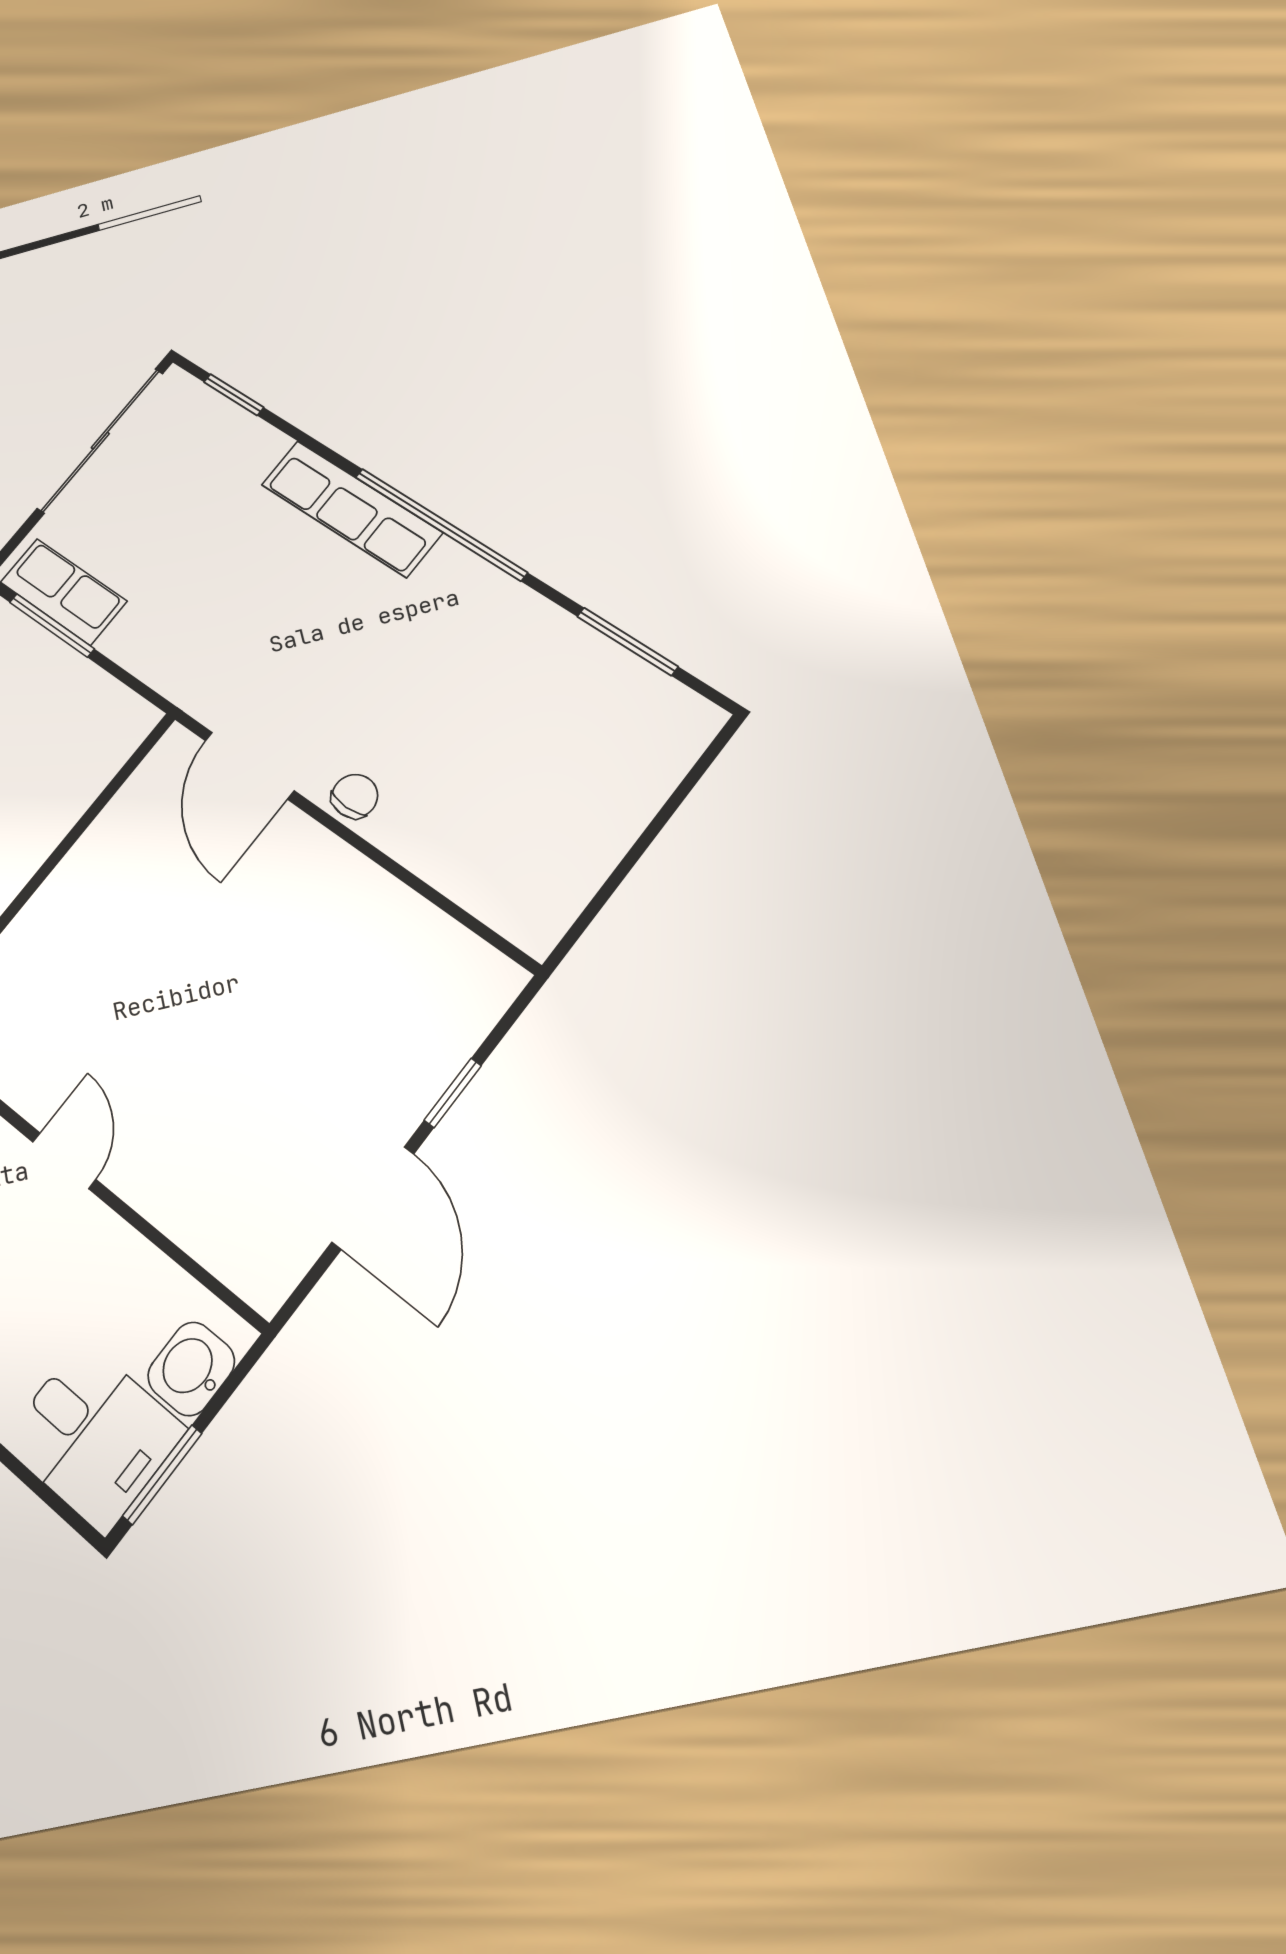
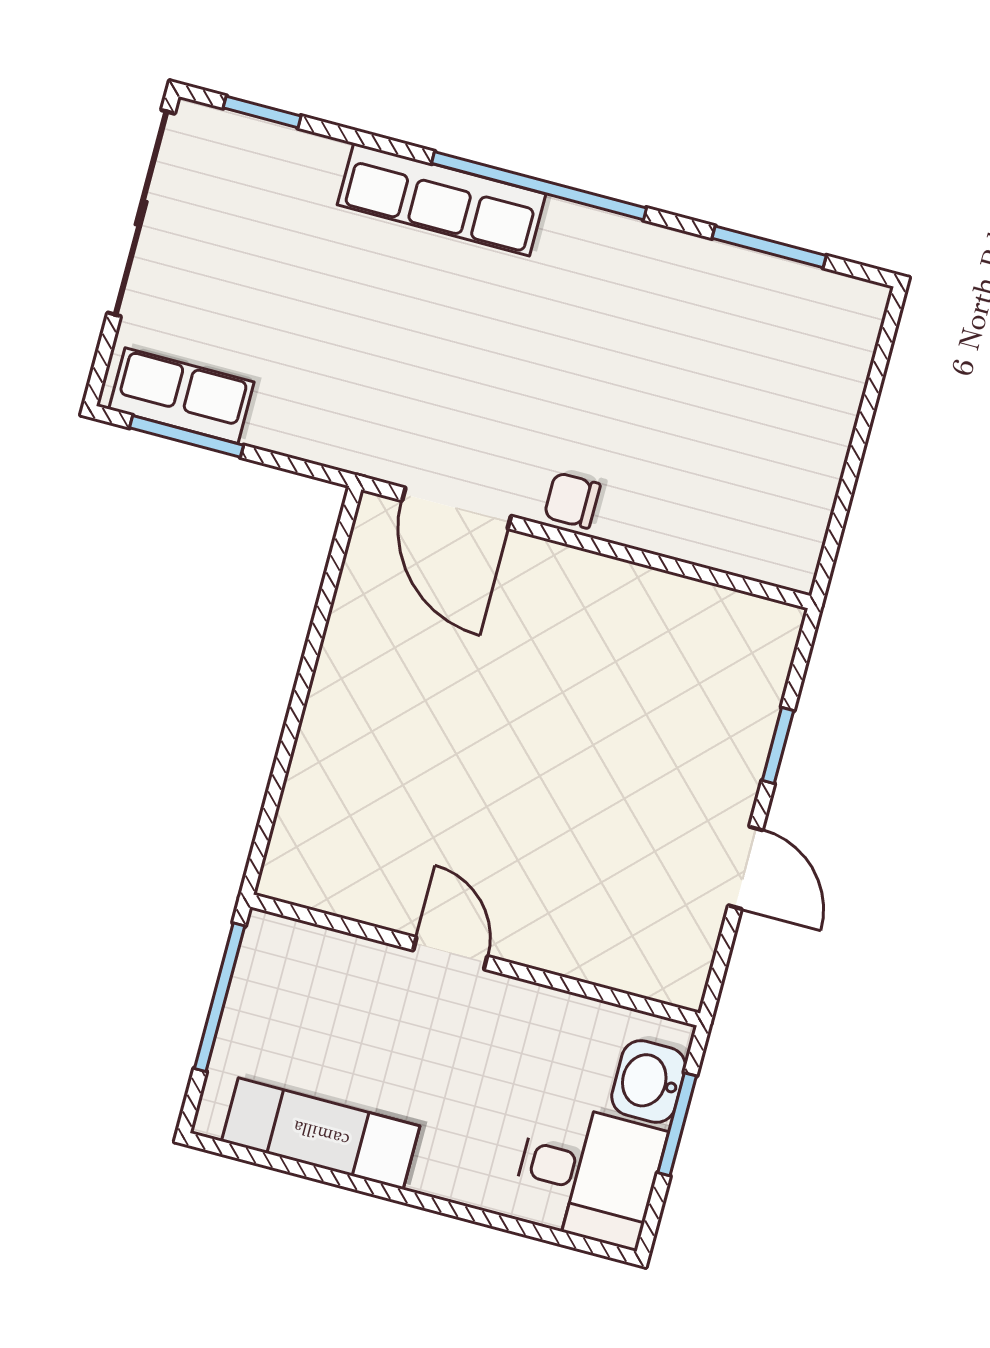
chair: (355, 796) -> (572, 500), turned -90
door: (373, 1198) -> (745, 868), width x0.73
window: (162, 1475) -> (677, 1124), moved

